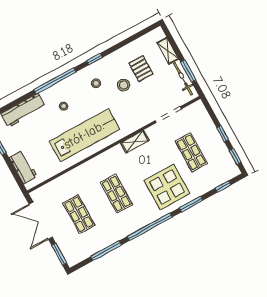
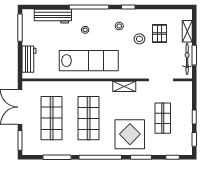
shop shelf: (116, 194) -> (89, 118), width x1.43, depth x1.36
shop shelf: (79, 214) -> (52, 118), width x1.43, depth x1.36

